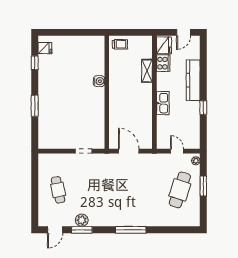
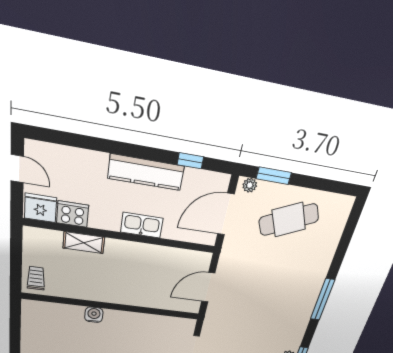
kitchen counter: (193, 80) -> (146, 172), moved
window: (203, 108) -> (190, 161), moved
door: (177, 151) -> (226, 214), width x1.87
window: (203, 186) -> (274, 176), moved
cafe table: (180, 190) -> (289, 220), turned -42

